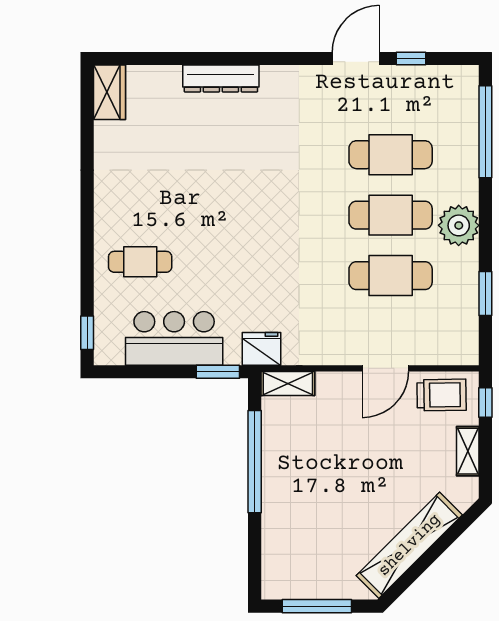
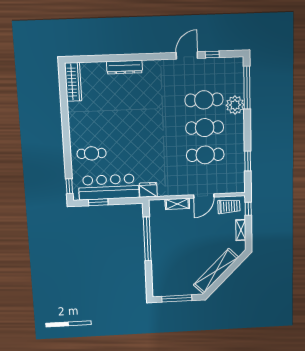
wardrobe: (109, 92) -> (73, 82), width x1.50
plant: (459, 225) -> (235, 105), moved
bar counter: (174, 338) -> (109, 187), width x1.36
window: (218, 372) -> (98, 202), moved
shelving: (288, 384) -> (177, 204), moved

